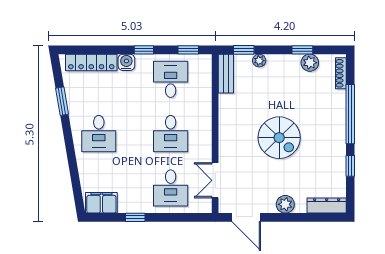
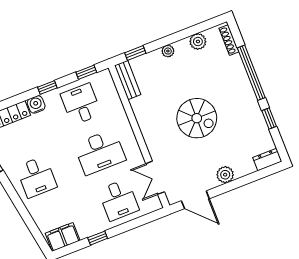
window: (302, 50) -> (187, 33), removed
plant: (259, 61) -> (168, 51), moved
desk: (171, 134) -> (100, 152), width x1.37
dresser: (327, 206) -> (267, 160), width x0.70

